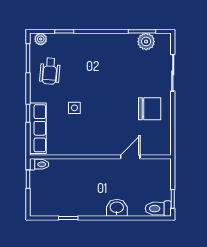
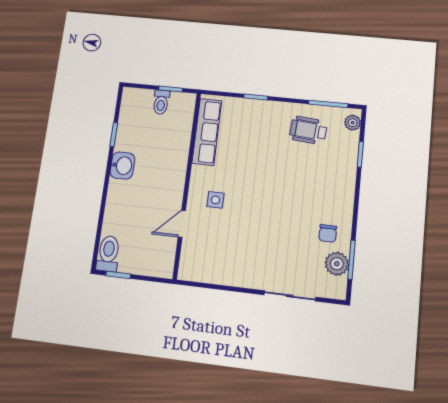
side table: (74, 108) -> (215, 200), moved
chair: (150, 109) -> (328, 233), moved, width x0.54, depth x0.54
row of seats: (38, 128) -> (207, 132), moved, turned -90
door: (130, 157) -> (182, 224), swing flipped
toilet: (39, 164) -> (161, 102), moved
washbasin: (117, 208) -> (122, 166), moved

